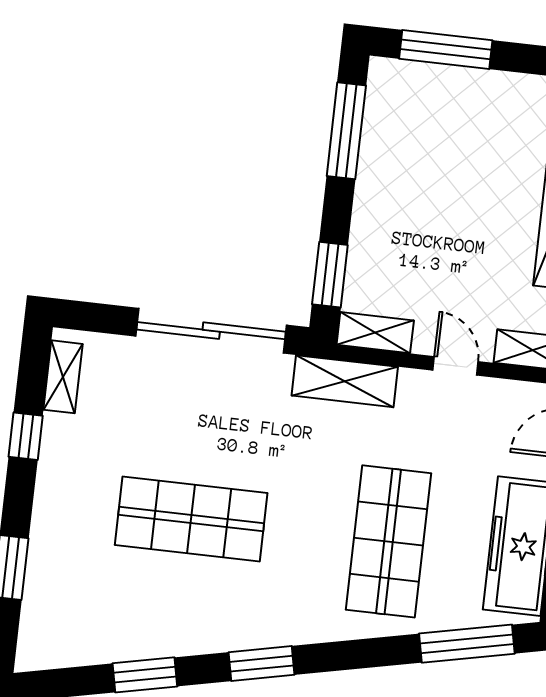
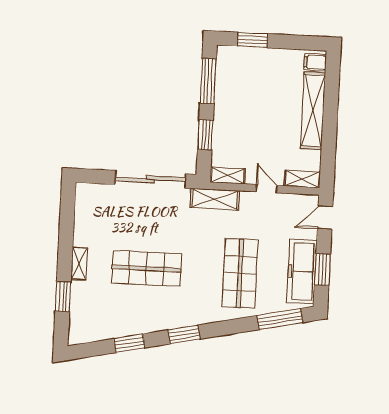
window: (446, 50) -> (252, 40), width x0.69
window: (330, 275) -> (205, 135), moved
shelving: (63, 377) -> (79, 263), moved
window: (26, 436) -> (66, 234), removed

